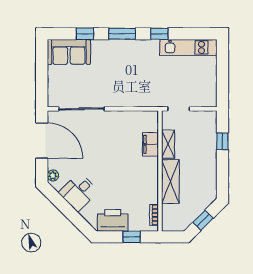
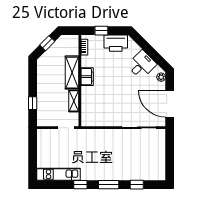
sofa: (69, 52) -> (149, 171), removed
filing cabinet: (150, 144) -> (87, 77), moved

